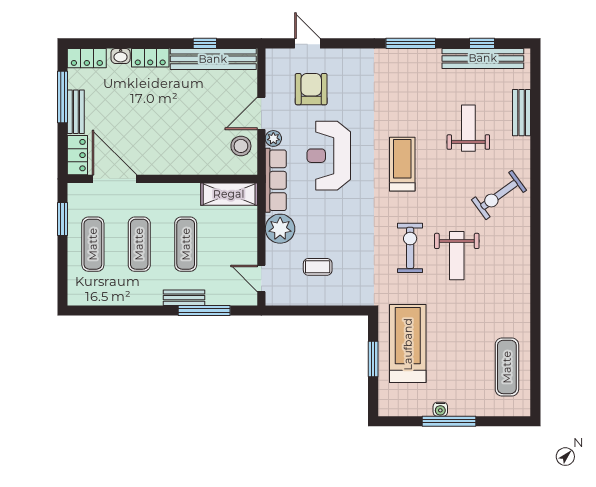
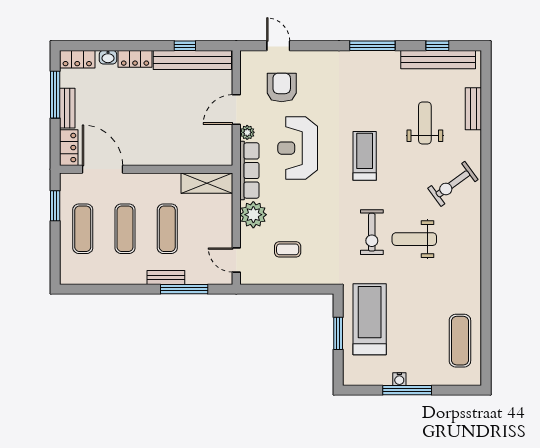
stool: (241, 146) -> (218, 139), removed
exercise bike: (410, 248) -> (372, 232), turned 180
weight bench: (457, 256) -> (414, 239), turned 90

